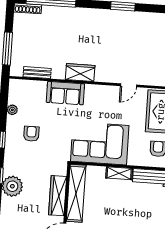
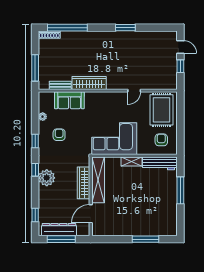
wardrobe: (80, 72) -> (89, 83), width x1.50
sofa: (65, 93) -> (69, 100), moved

